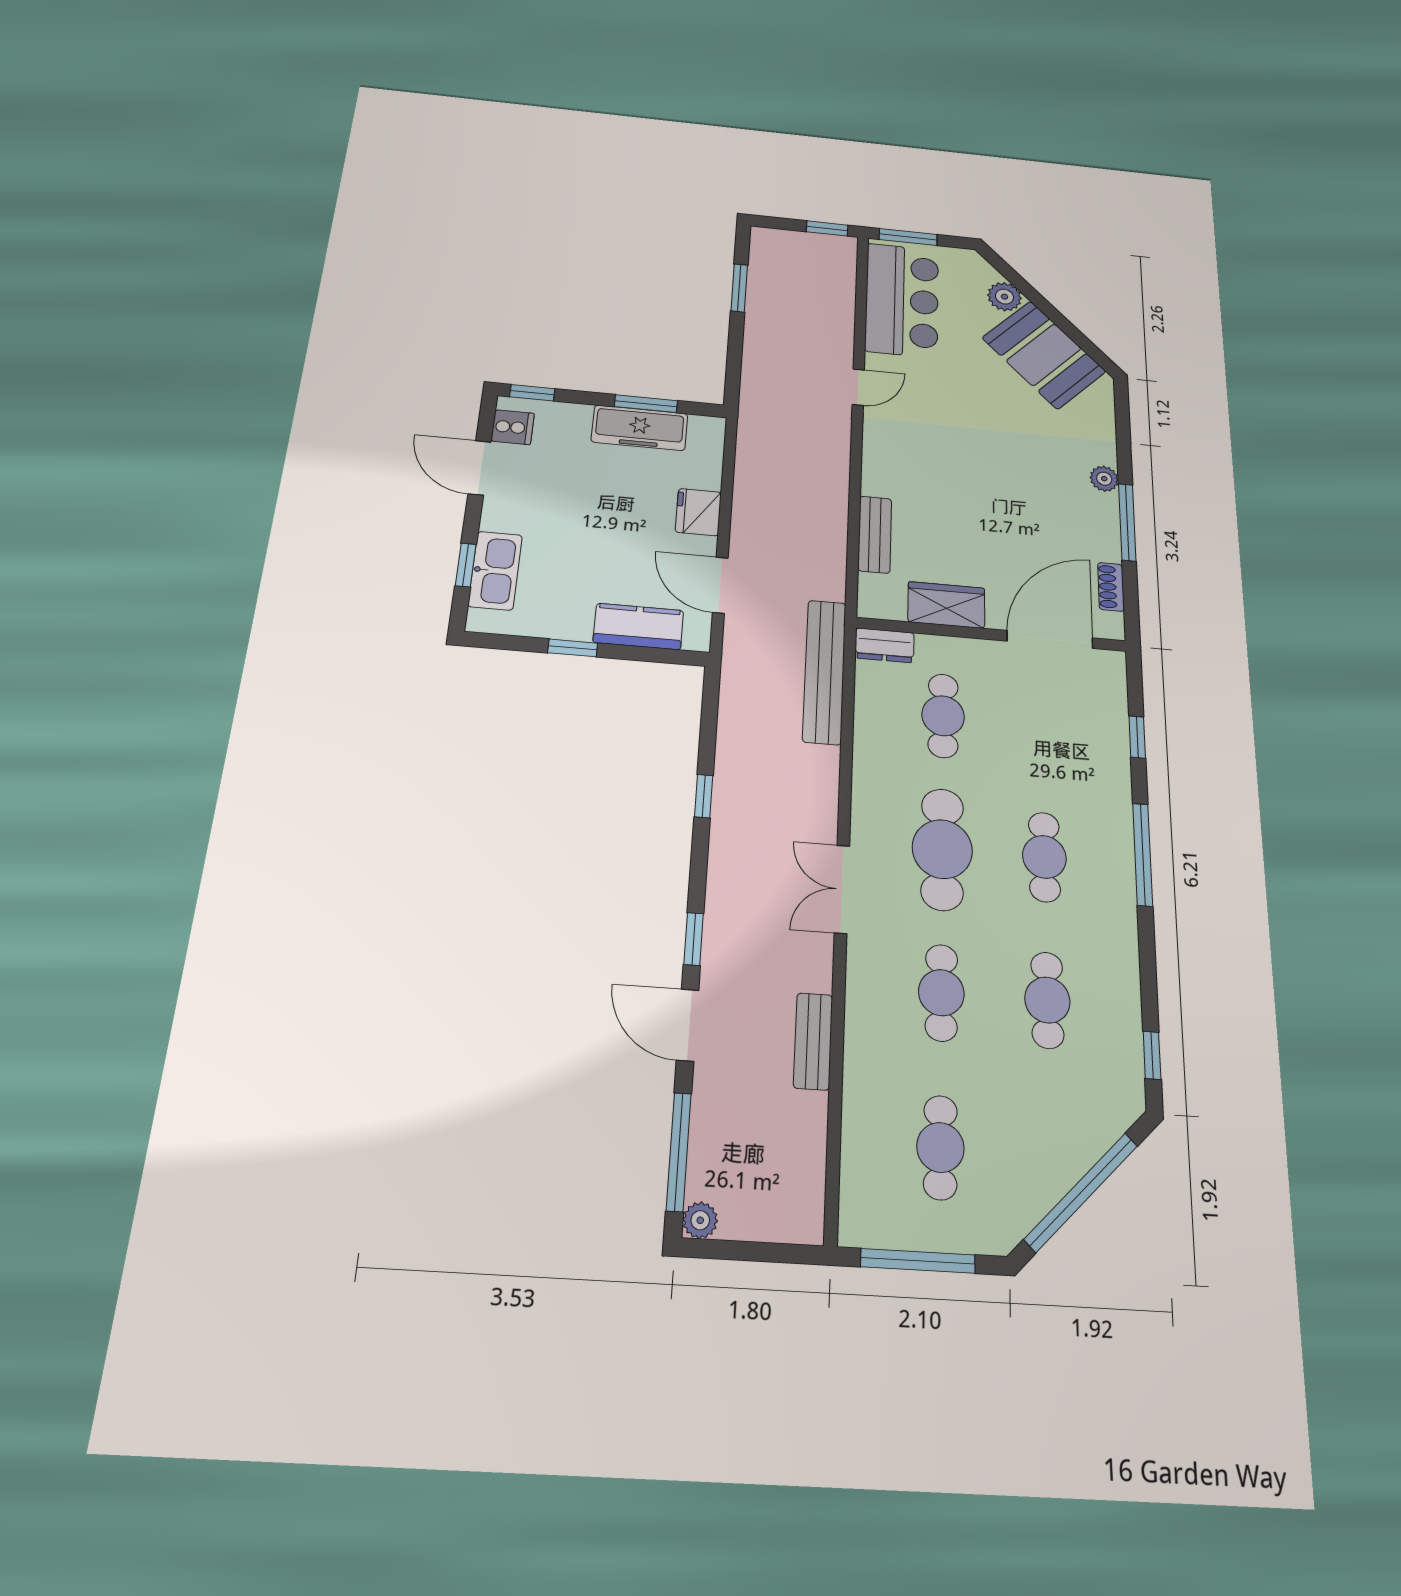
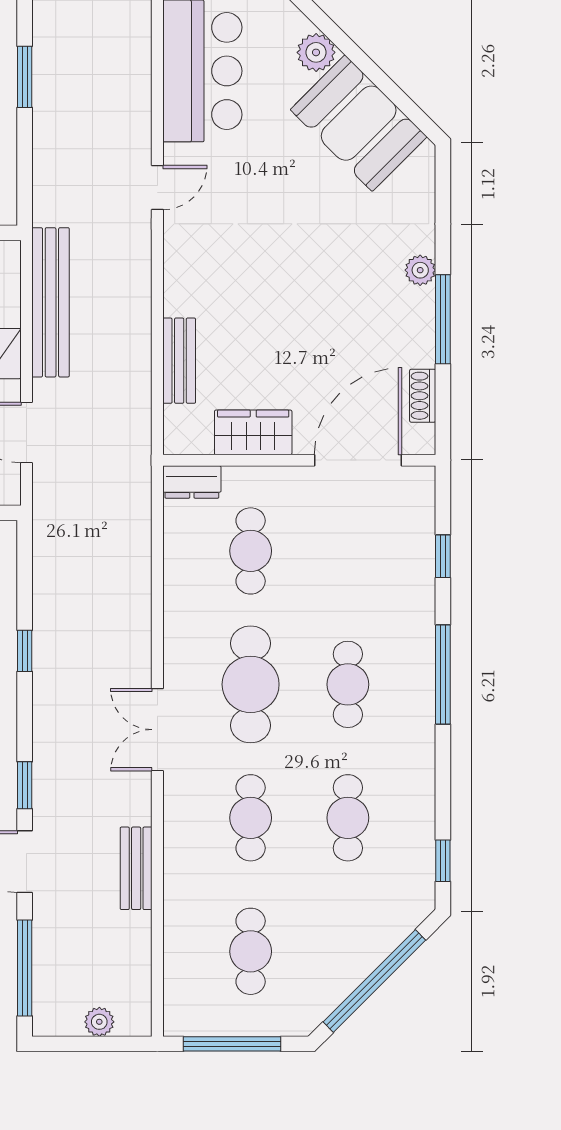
bench: (824, 672) -> (51, 302), moved
plant: (700, 1220) -> (99, 1022), moved

